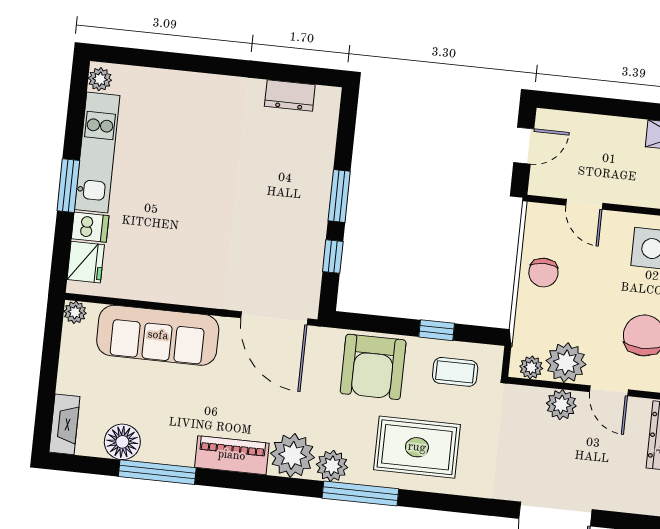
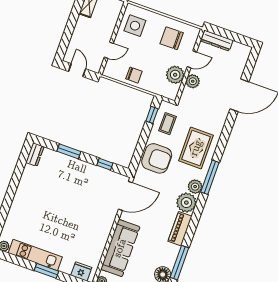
dresser: (290, 95) -> (35, 155), moved
window: (339, 196) -> (69, 151), moved
dishwasher: (90, 227) -> (67, 266), removed
window: (437, 330) -> (152, 115), moved
plant: (531, 367) -> (174, 90), removed

